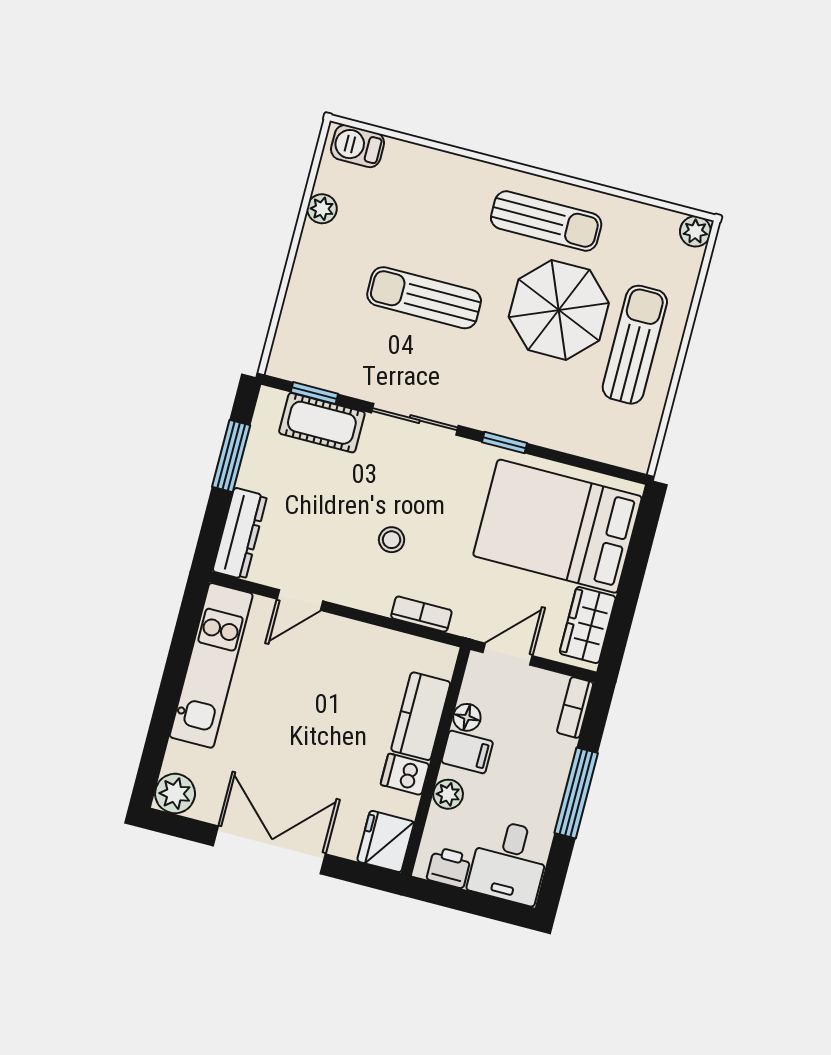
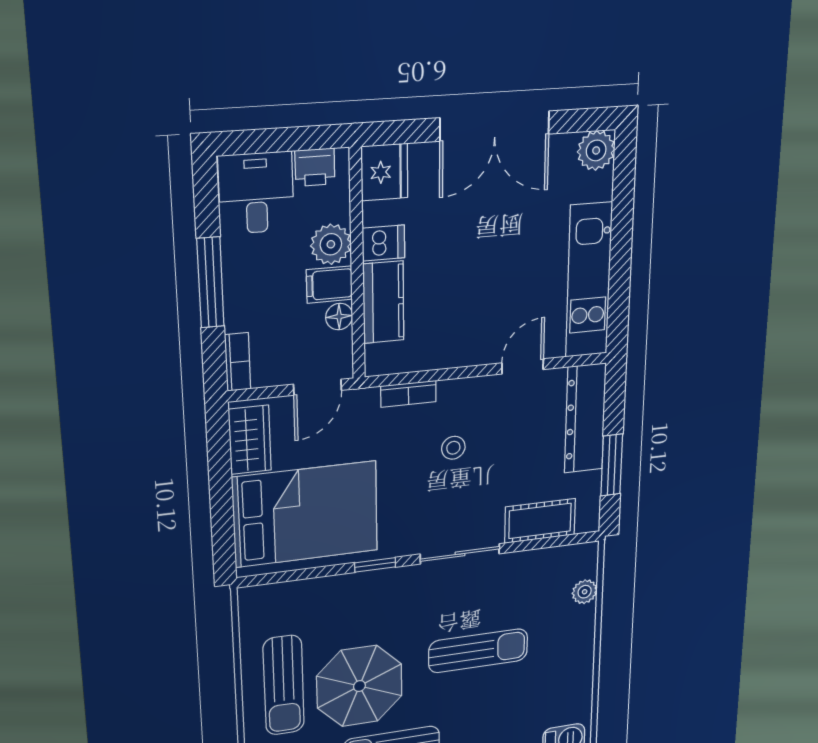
plant: (322, 209) -> (585, 592), moved
window: (314, 393) -> (552, 542), removed
dresser: (240, 534) -> (585, 418), width x1.37, depth x1.24
plant: (448, 794) -> (331, 244), width x1.38, depth x1.38

